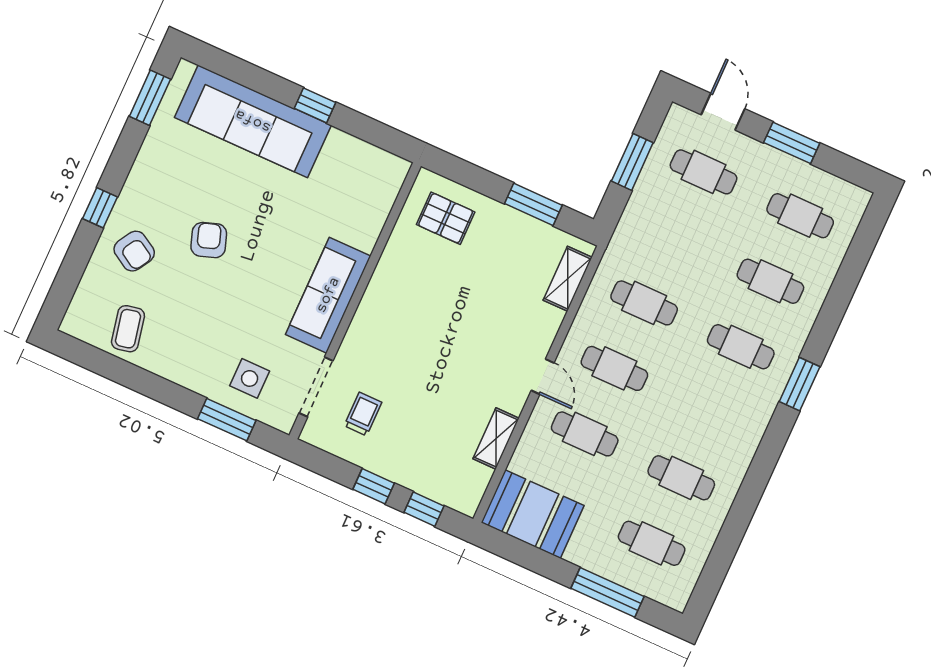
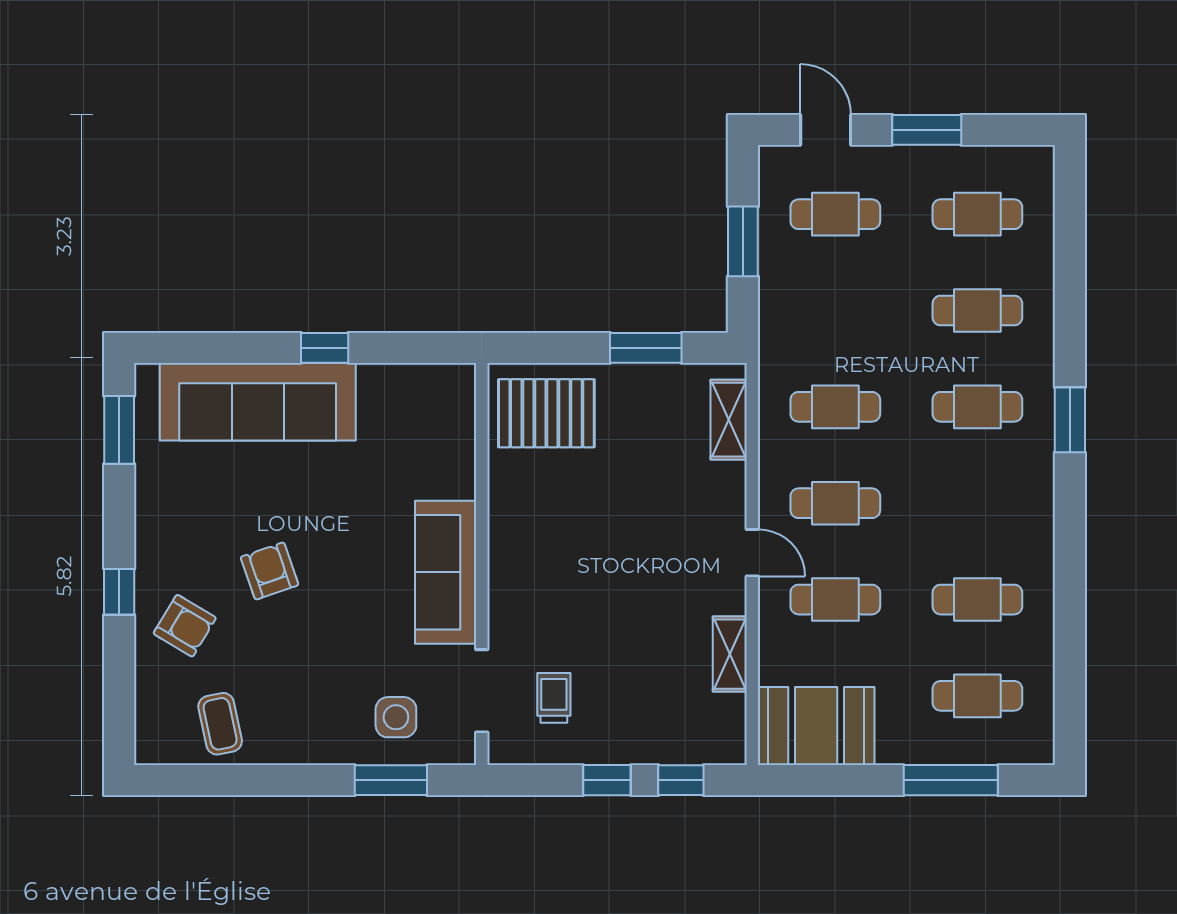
pallet: (446, 218) -> (546, 413), width x1.50, depth x1.42

